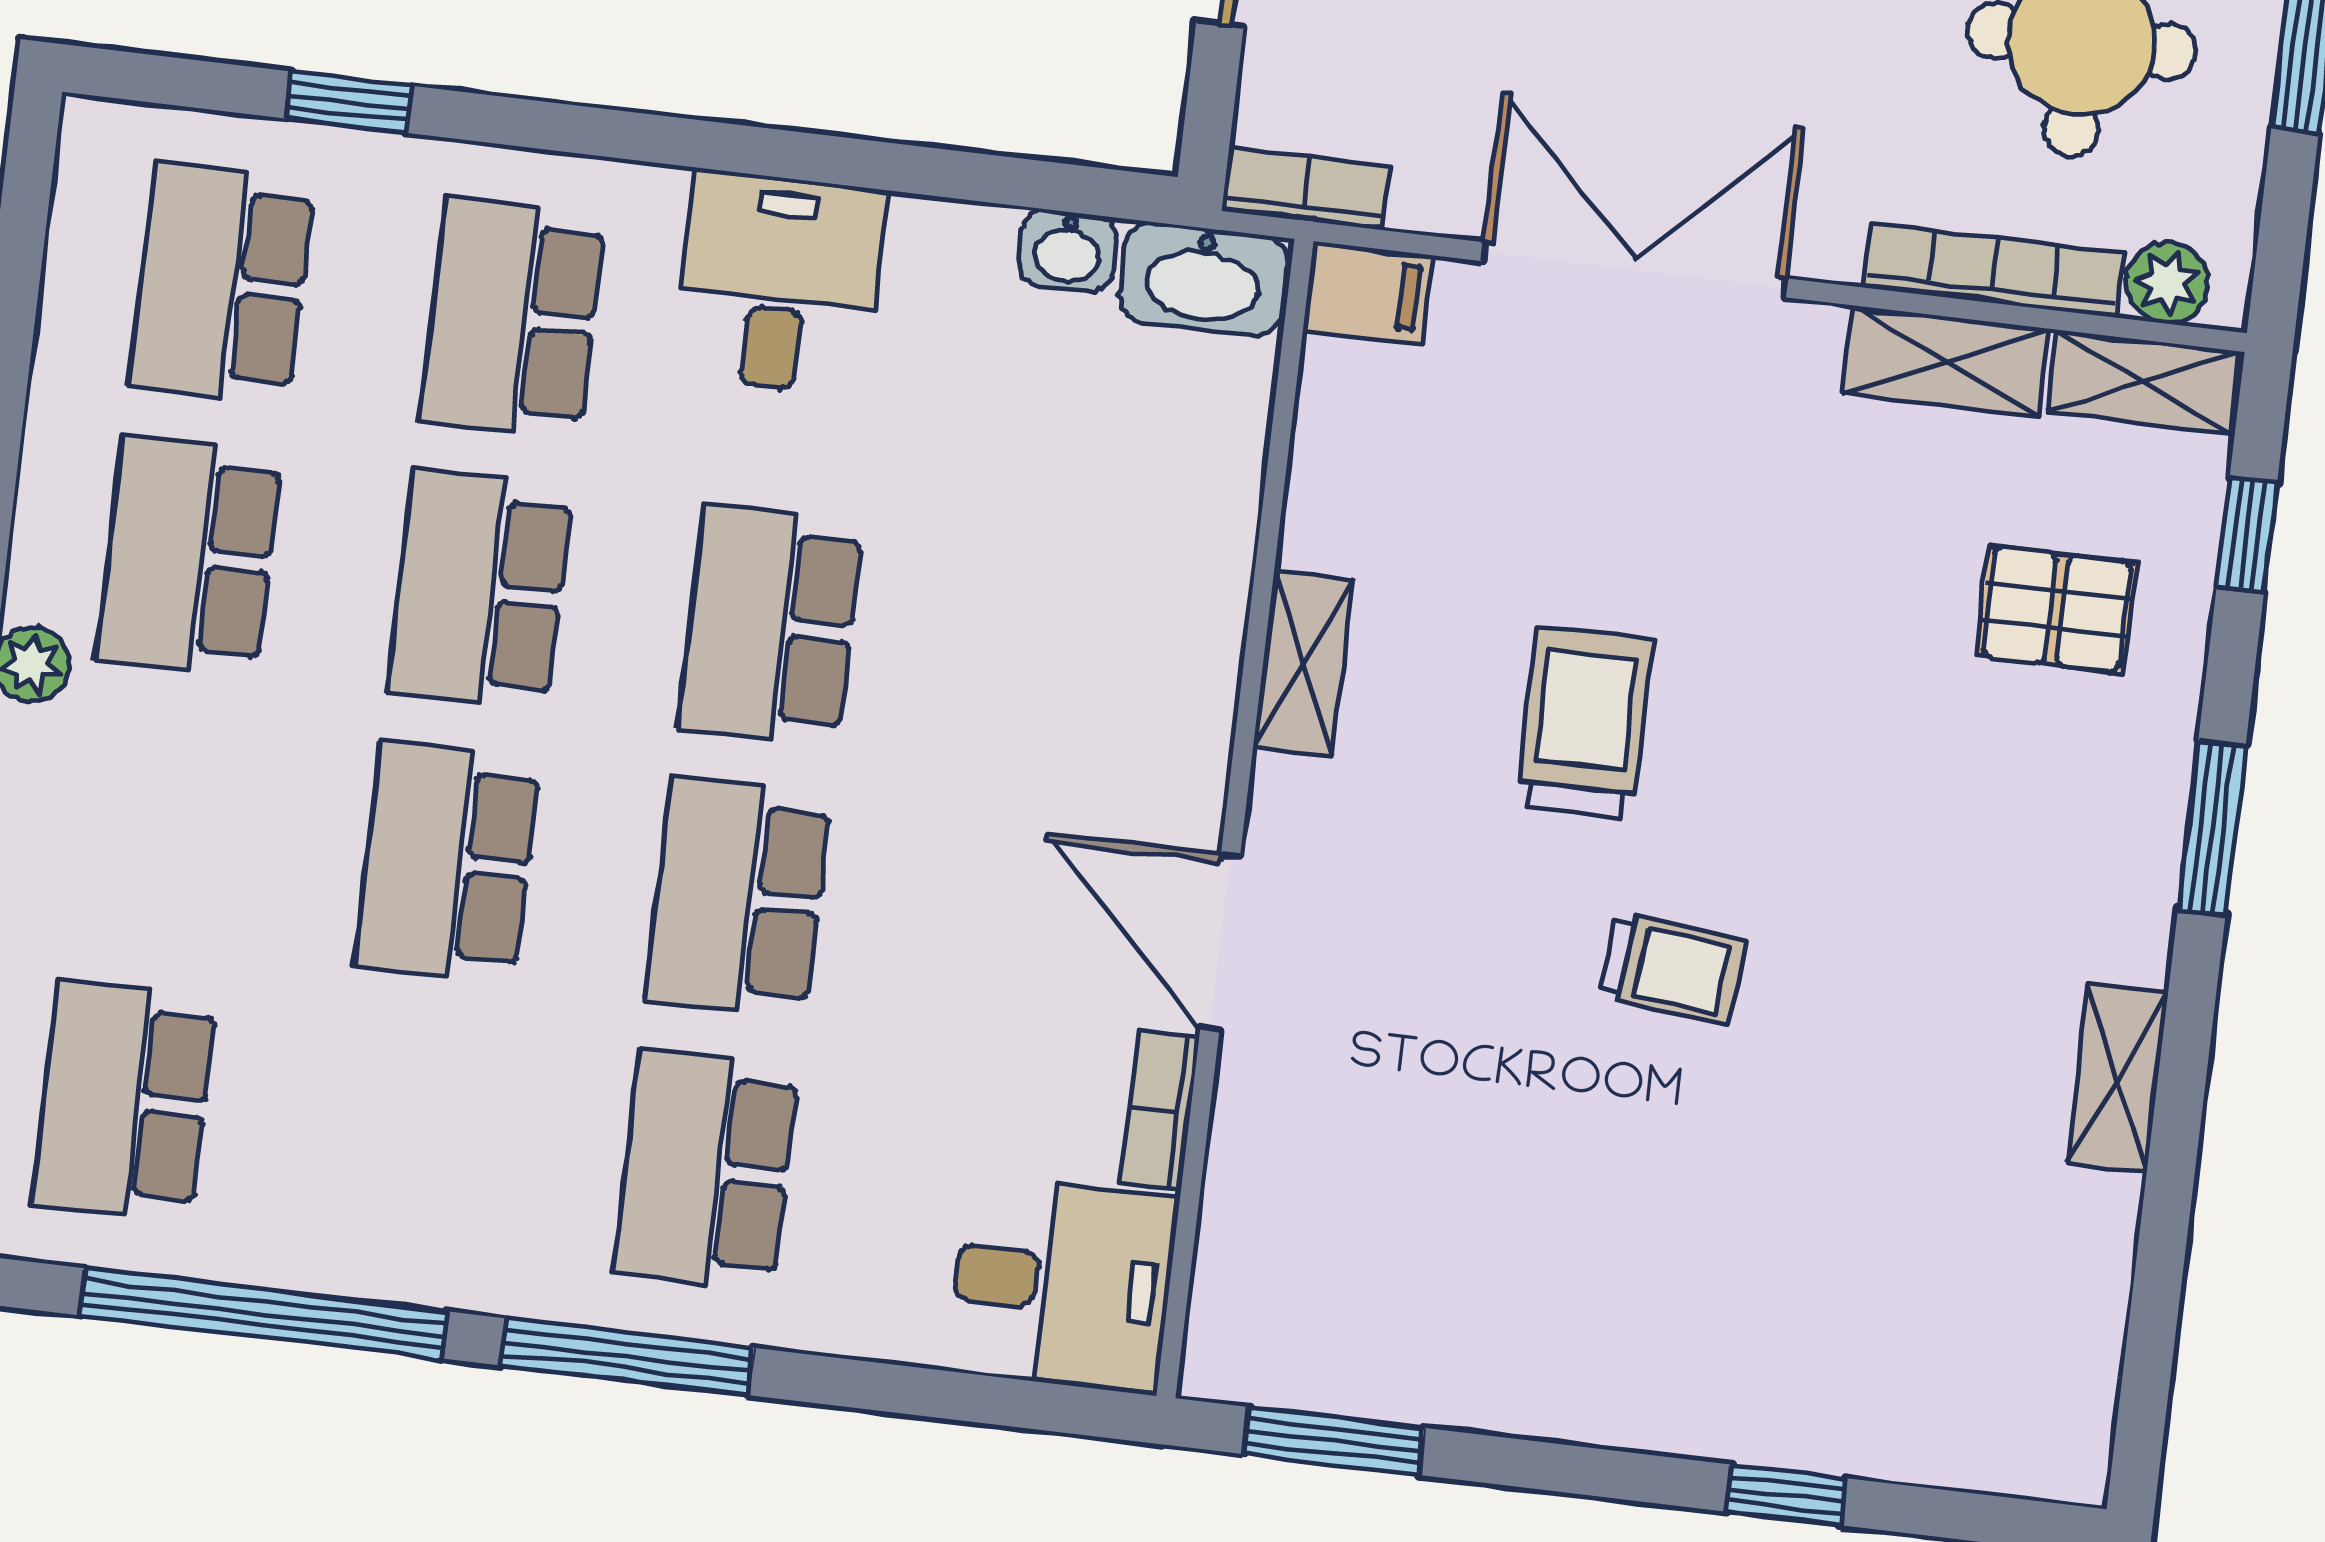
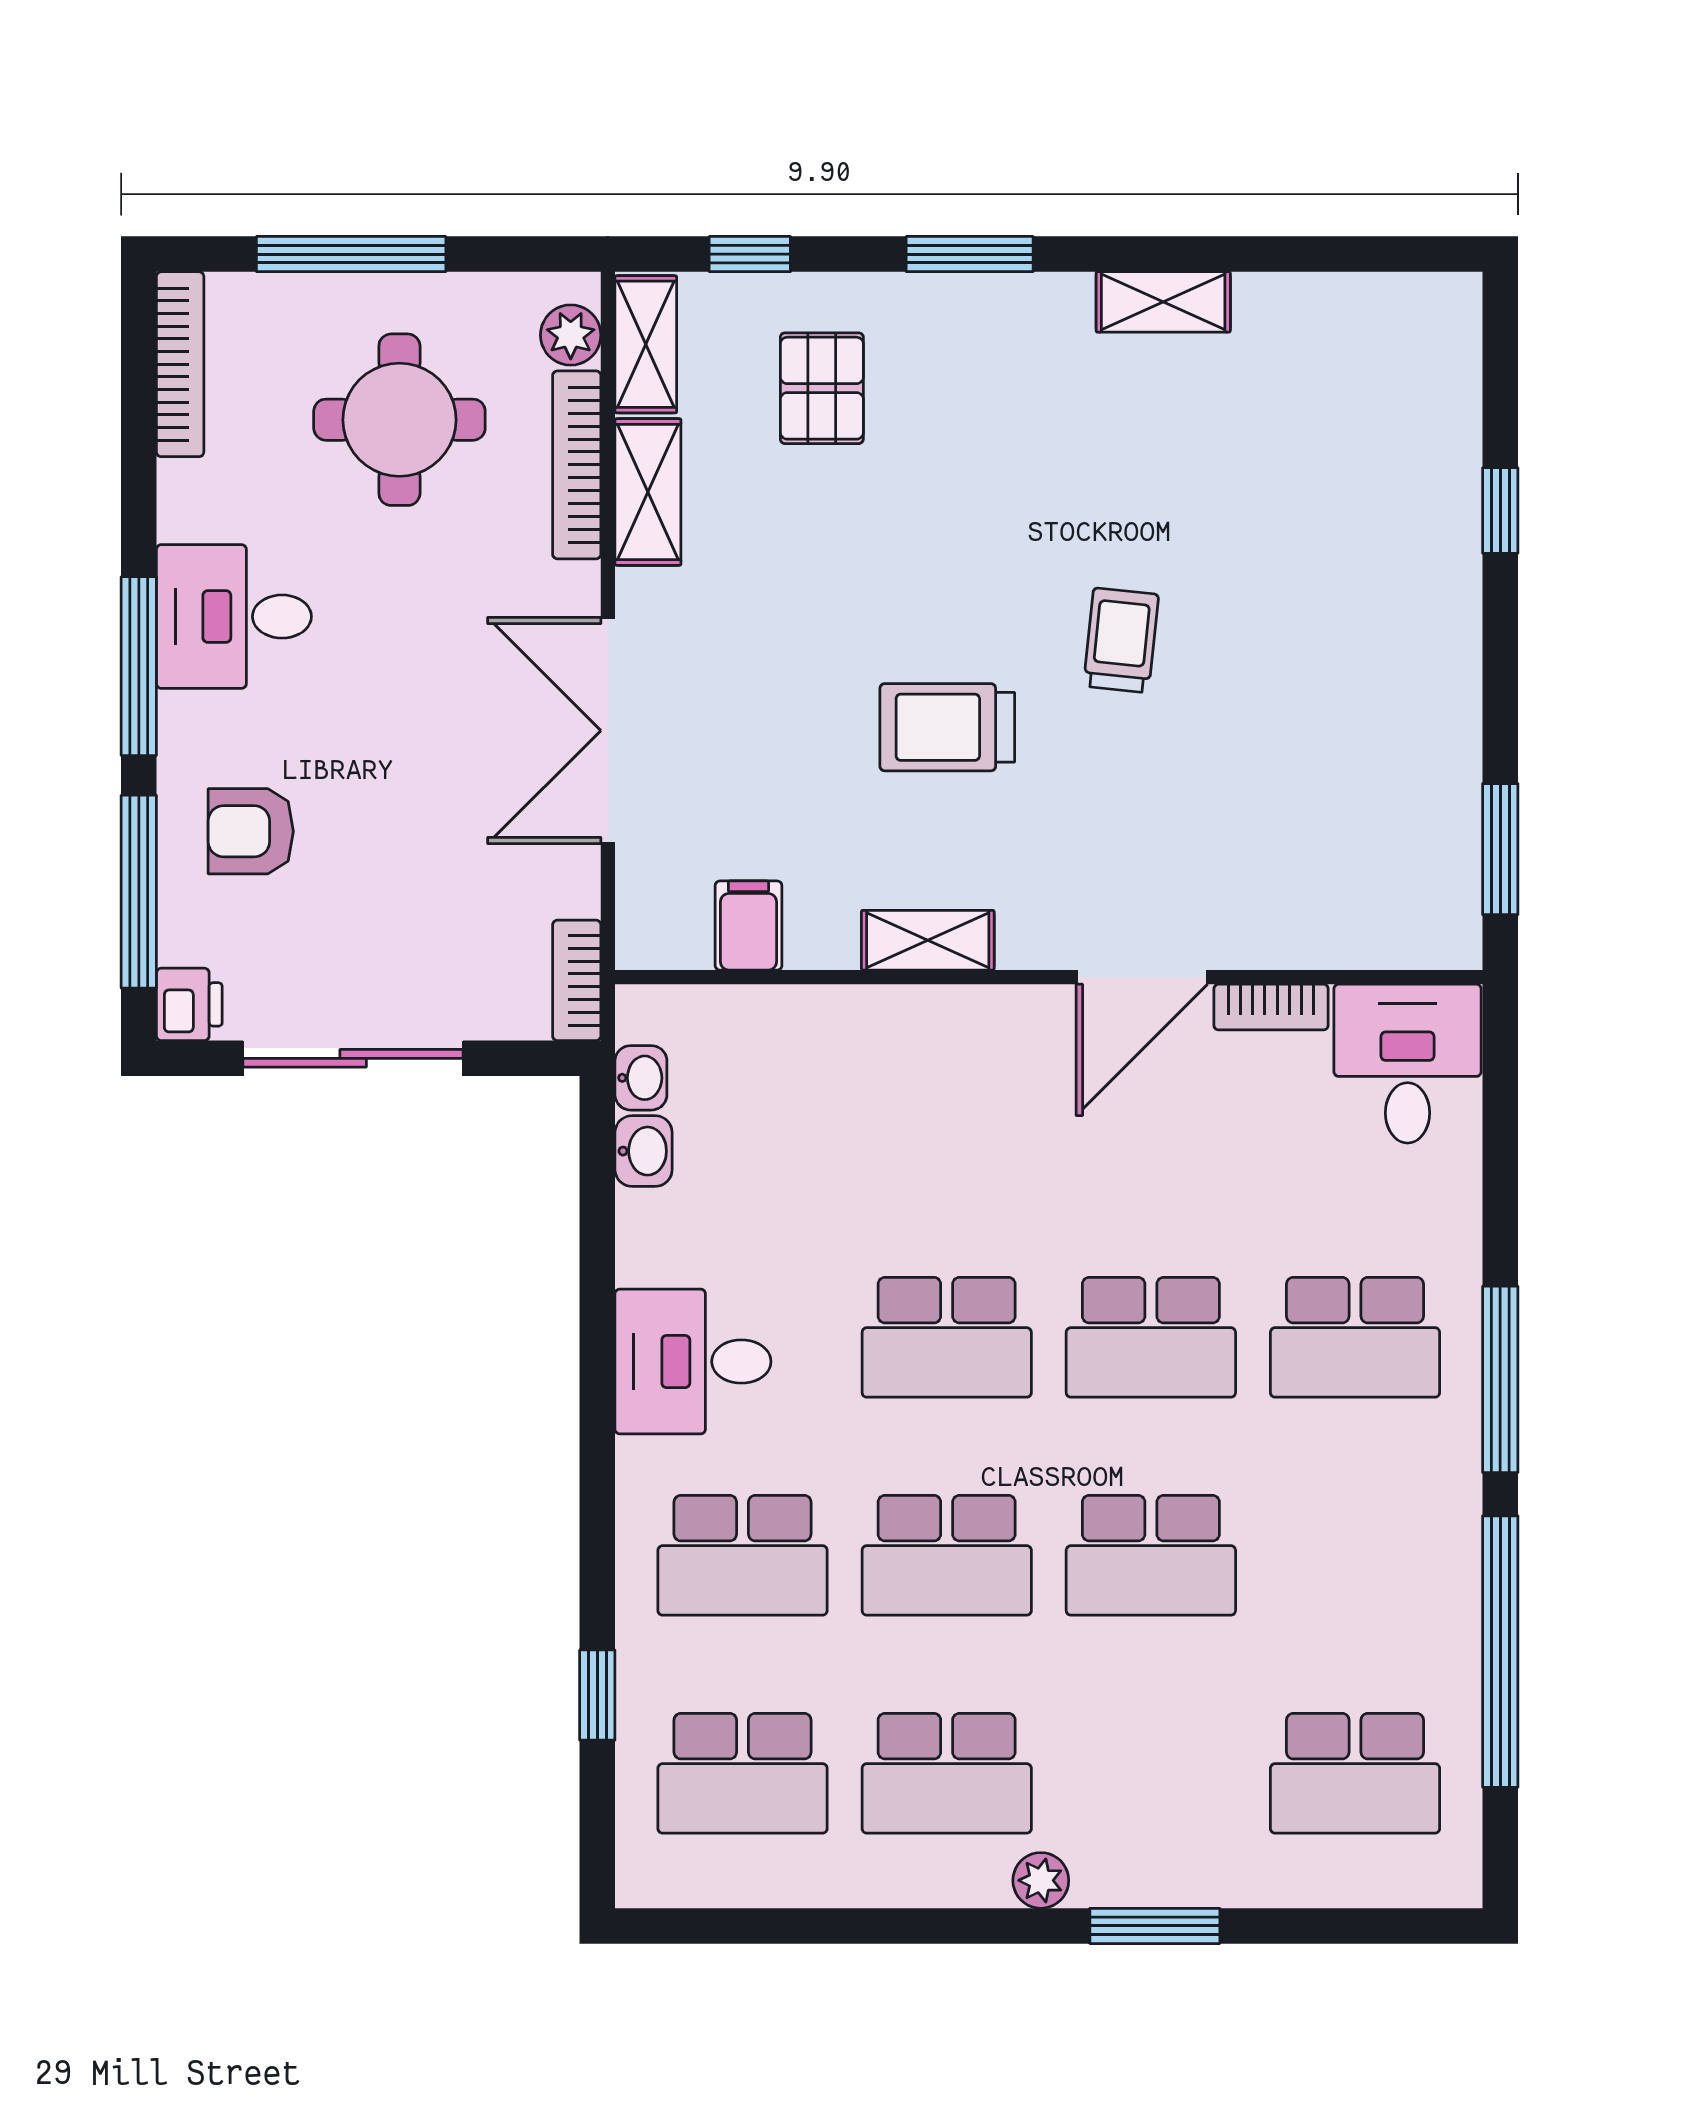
washbasin: (1203, 279) -> (641, 1078), width x0.52, depth x0.69
filing cabinet: (1367, 293) -> (749, 926), moved

